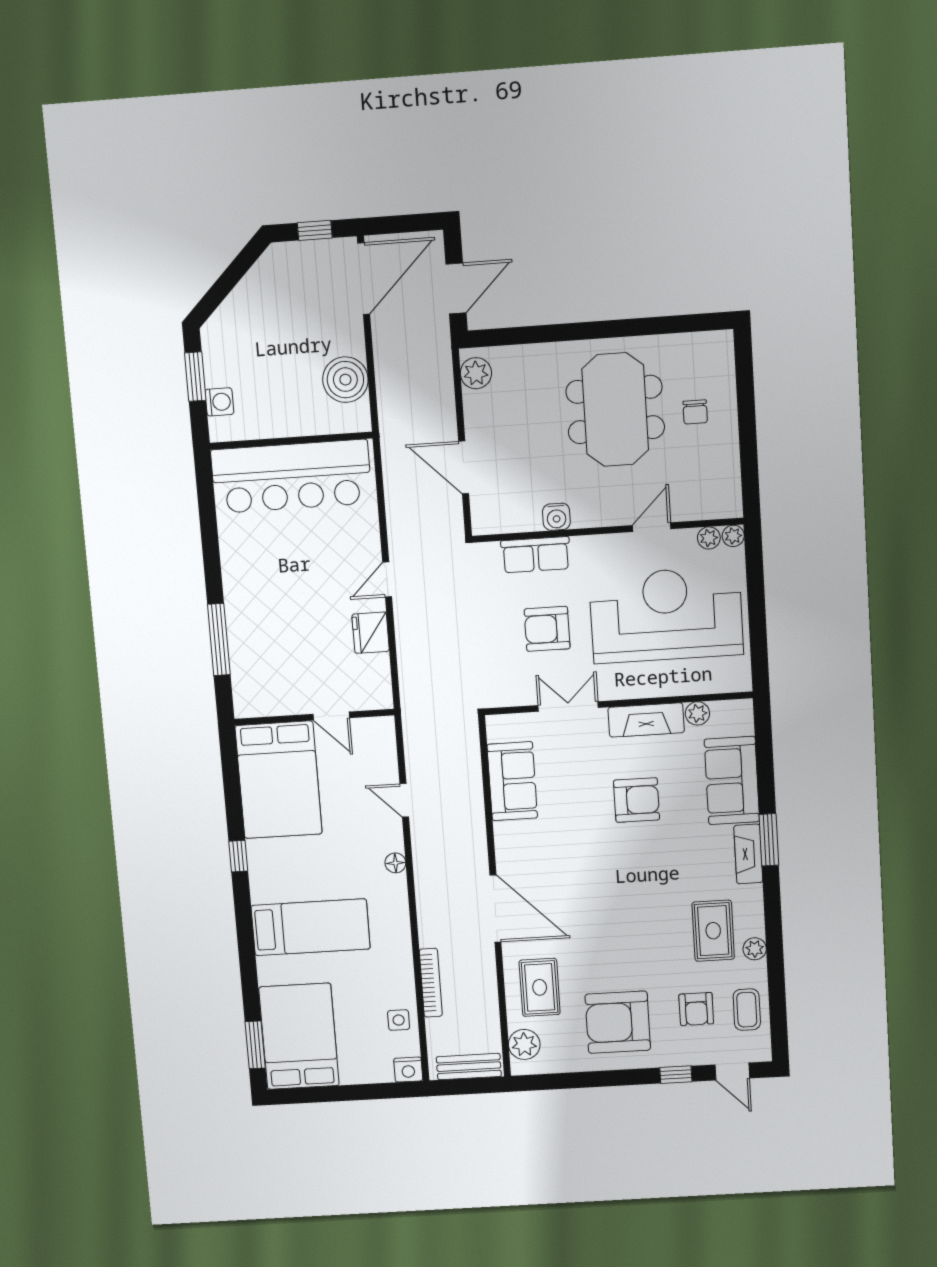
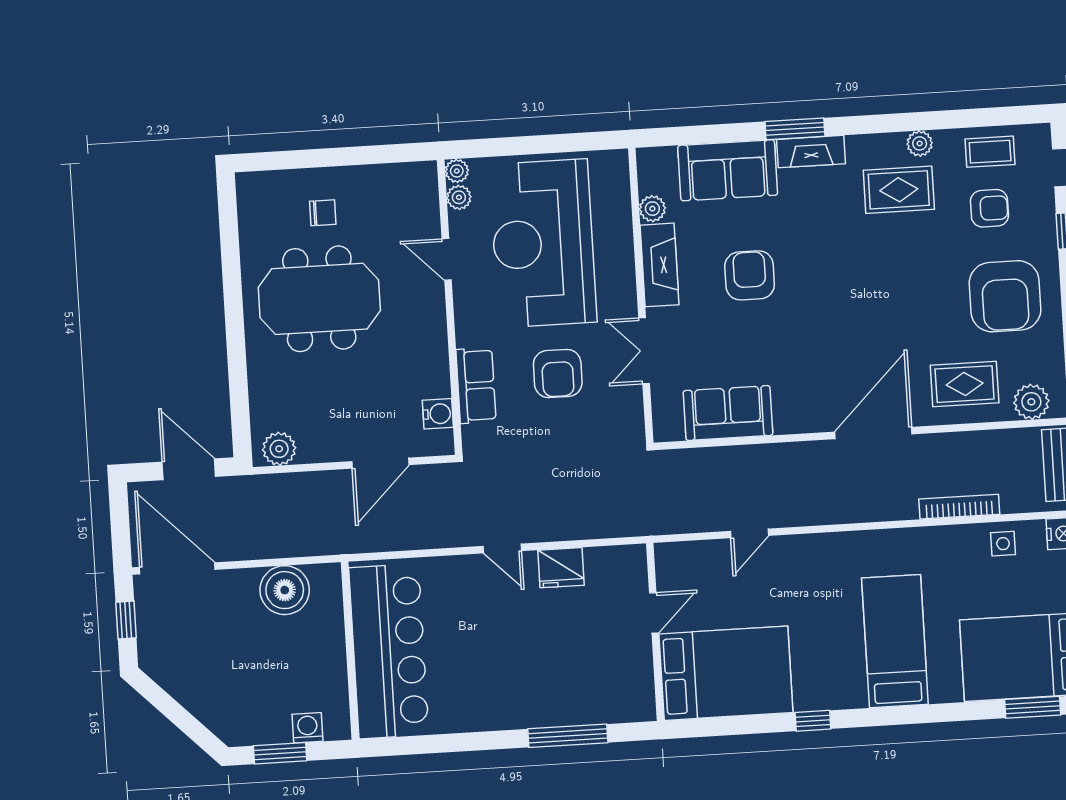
water cooler: (556, 517) -> (438, 414), moved
floor lamp: (395, 863) -> (821, 544), removed

